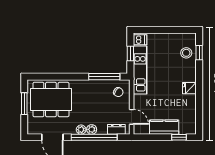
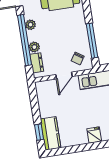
door: (132, 117) -> (64, 75), moved
kitchen counter: (164, 127) -> (51, 133), moved
plant: (92, 129) -> (34, 47), moved

